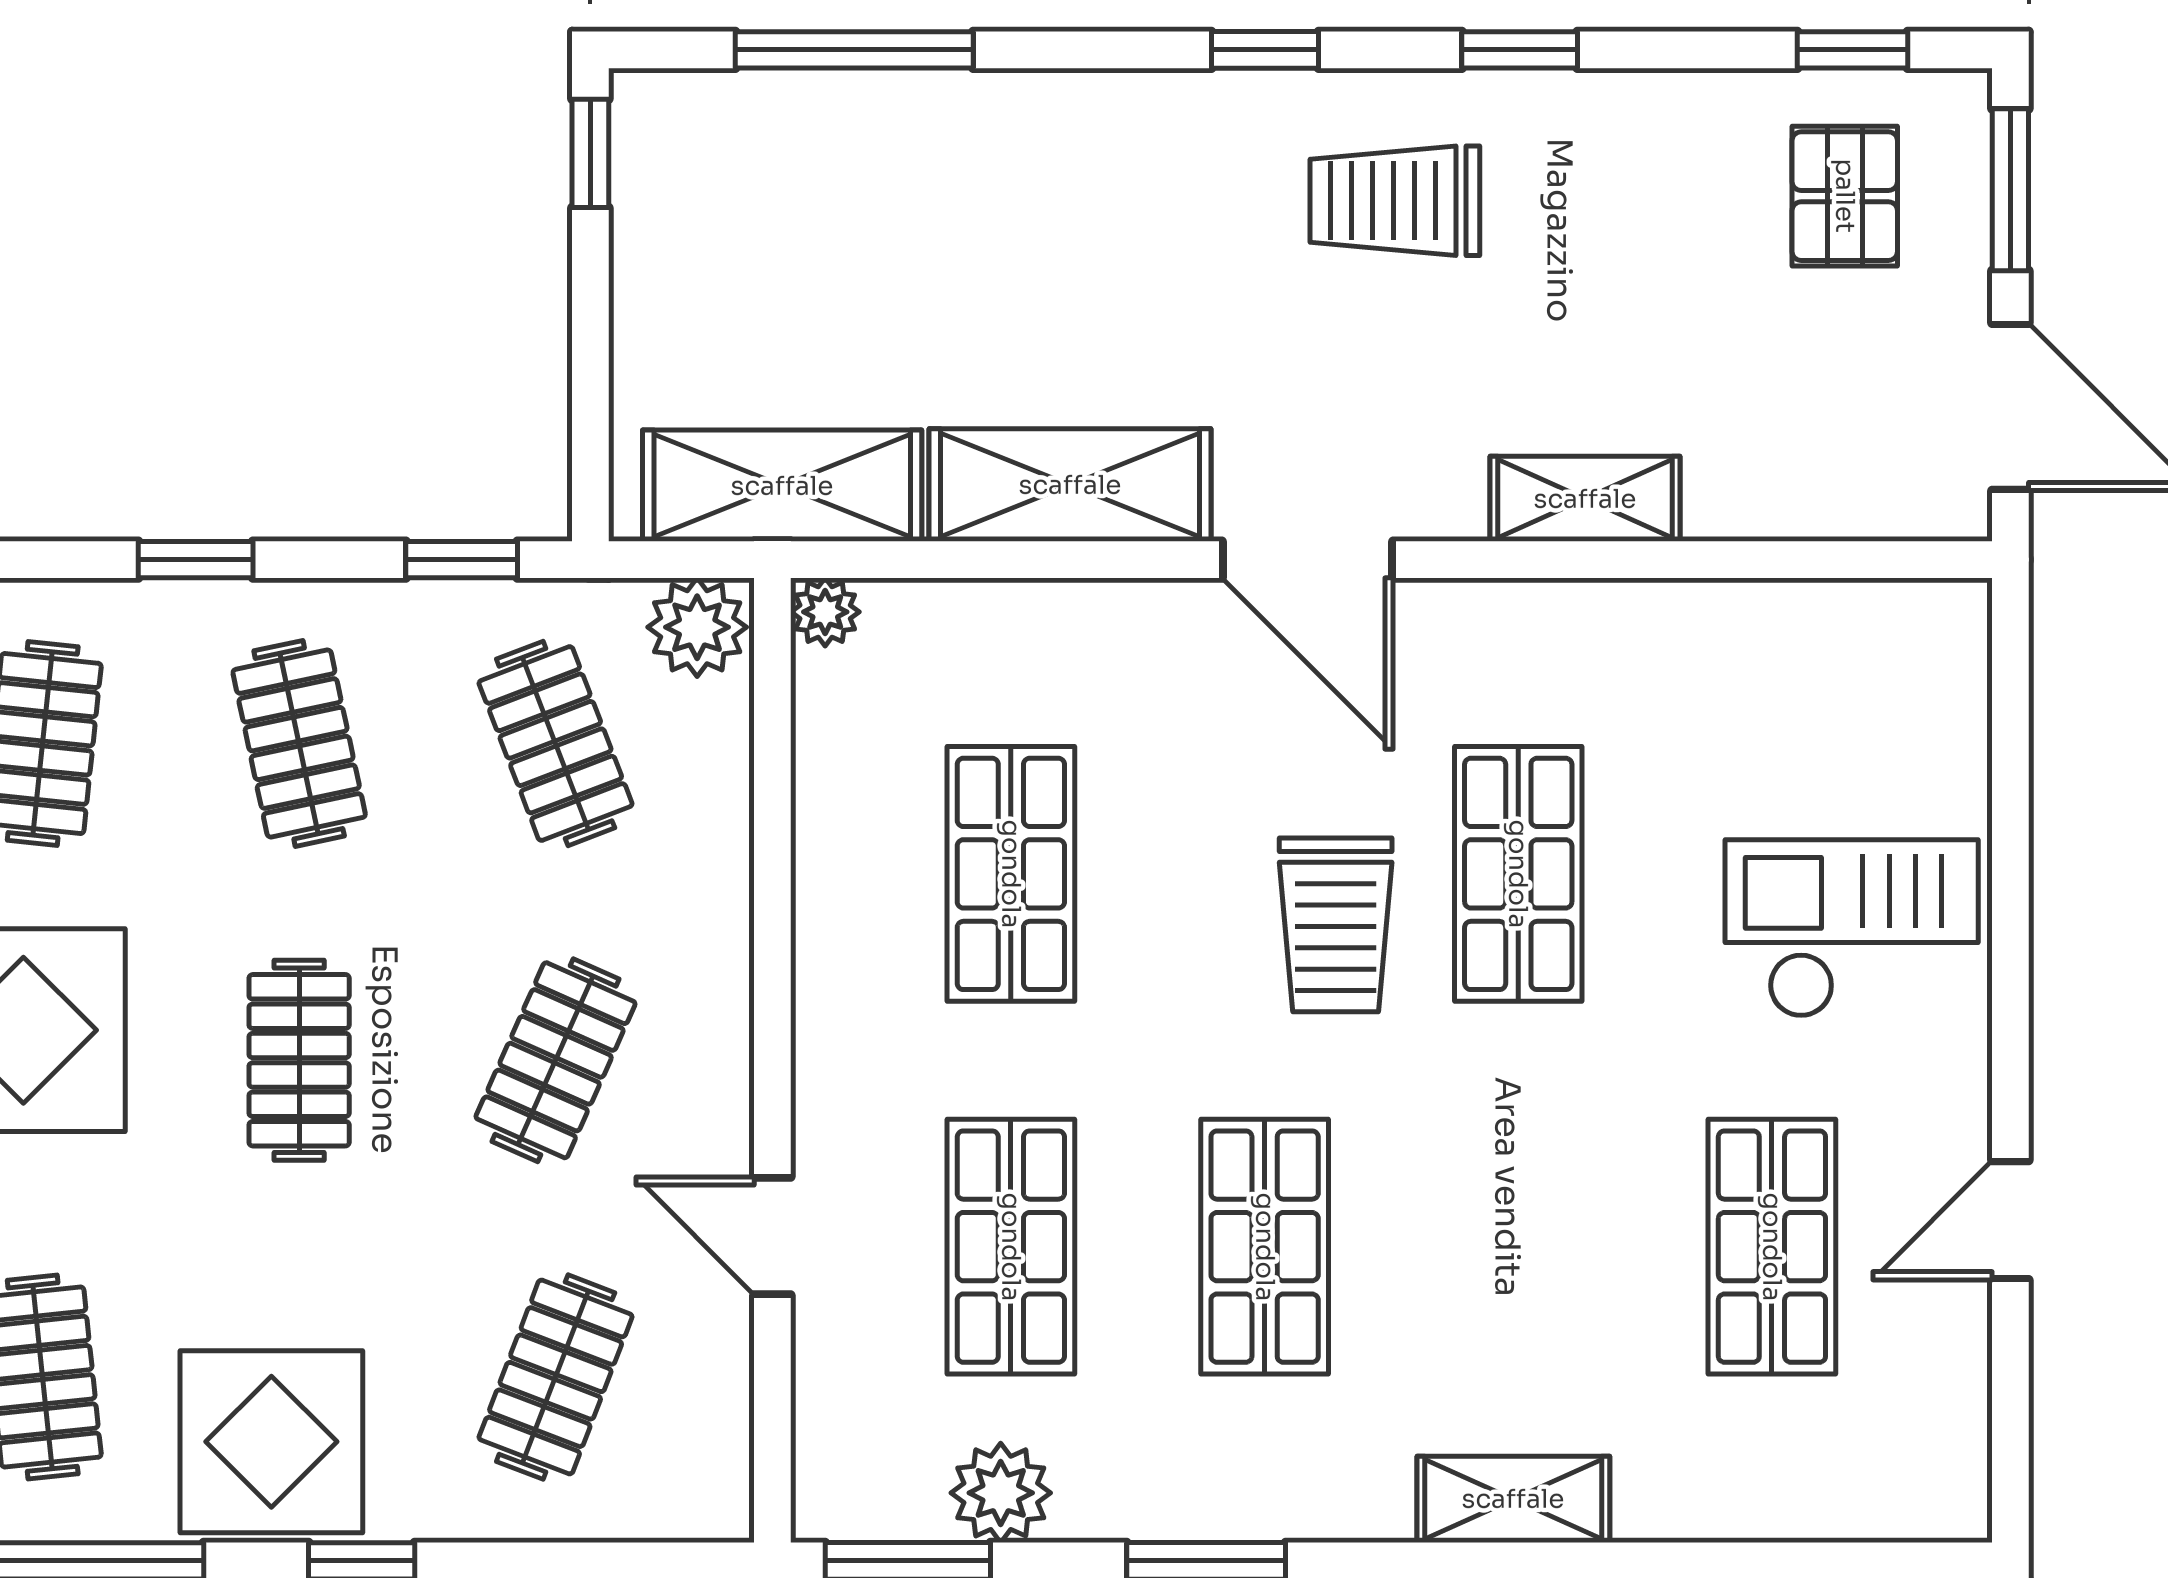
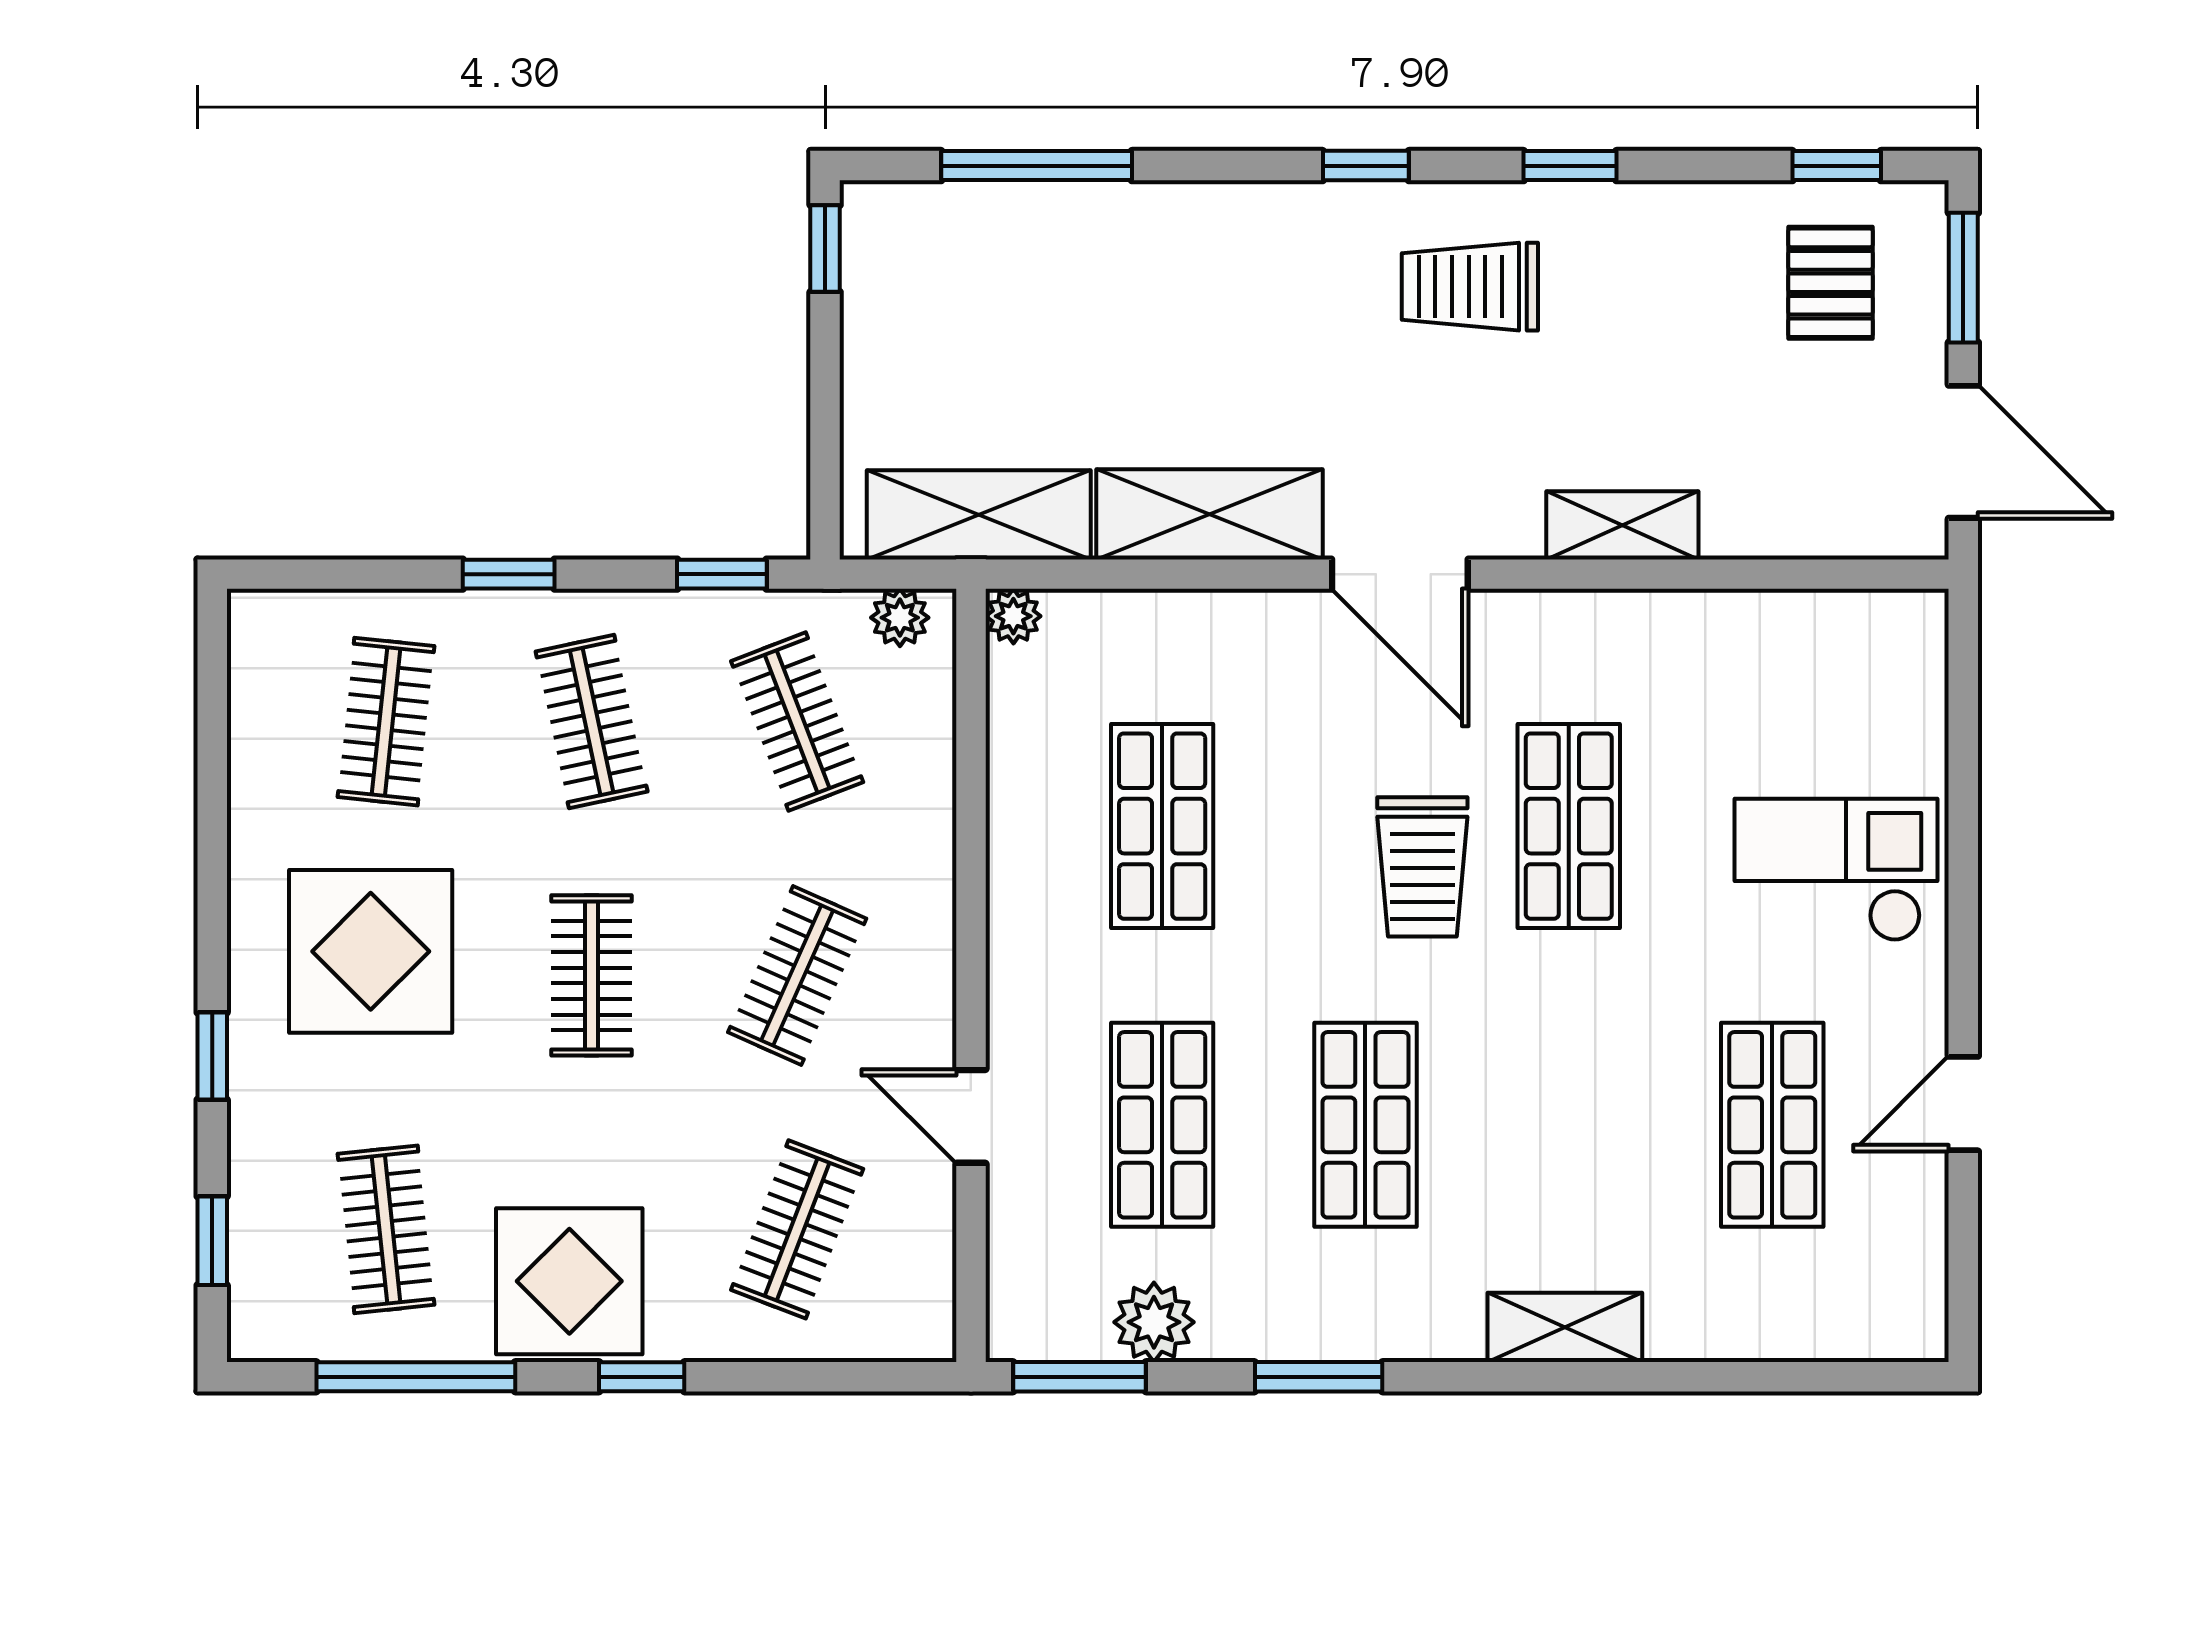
plant: (697, 627) -> (900, 618), width x0.73, depth x0.73

